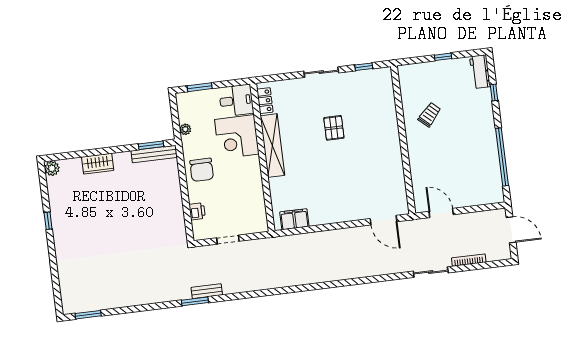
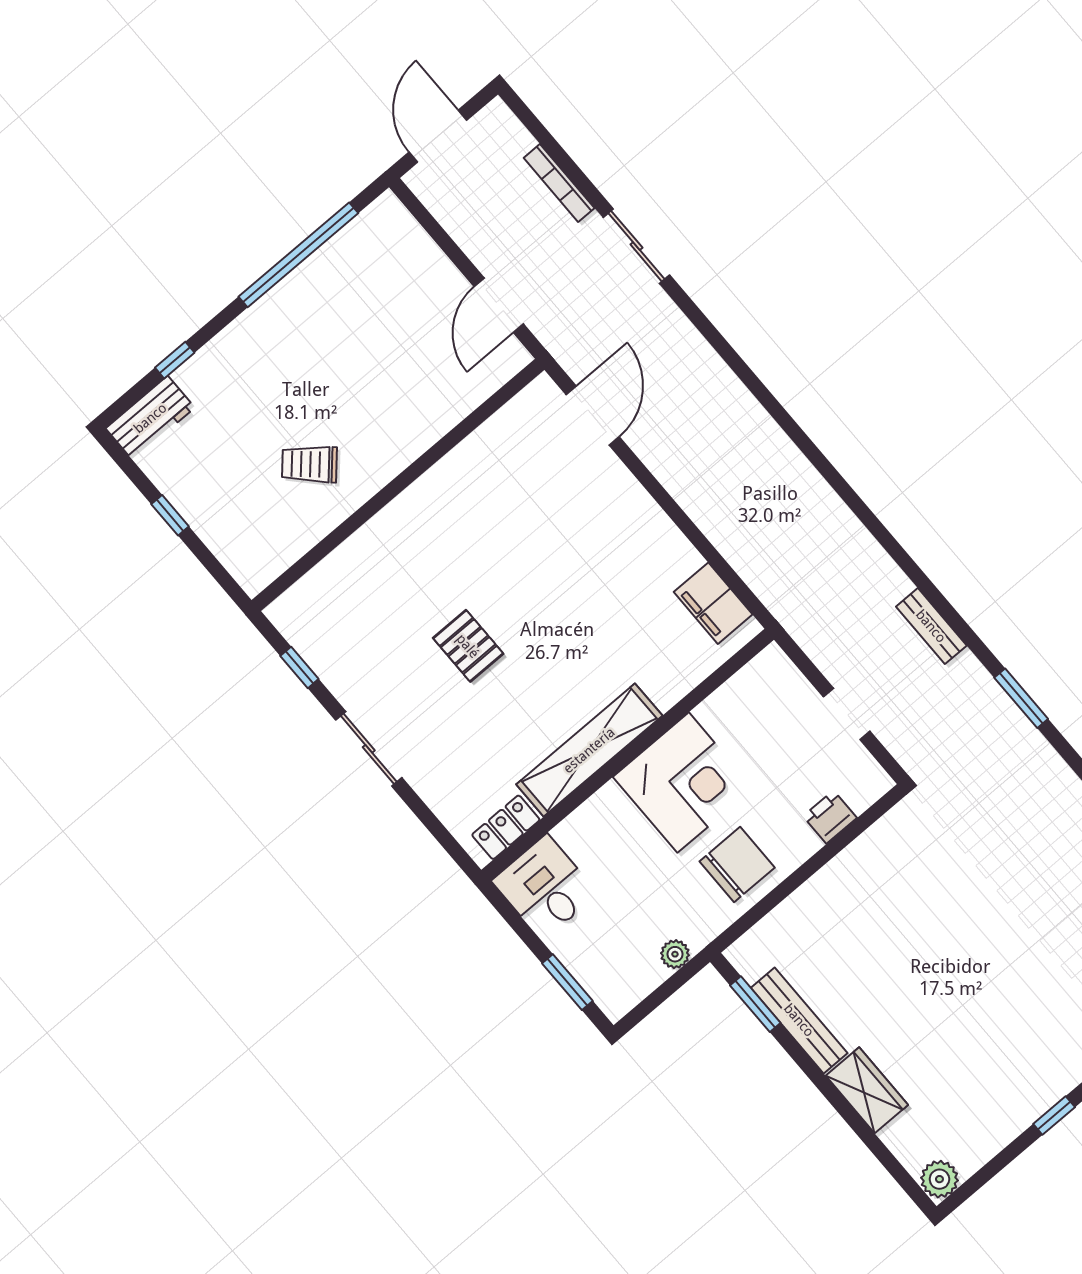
pallet: (334, 128) -> (468, 646), turned 90
corner desk: (237, 137) -> (683, 783), moved
bench: (154, 154) -> (799, 1020), moved
bench: (207, 291) -> (931, 626), moved

